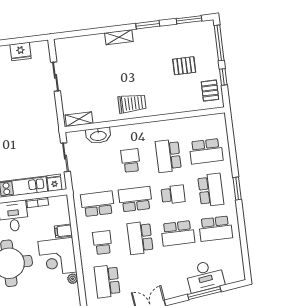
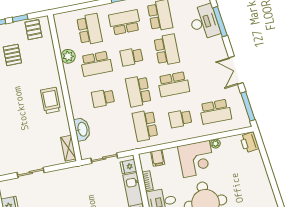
pallet: (210, 91) -> (33, 30), turned 90
plant: (178, 126) -> (68, 56), added
school desk: (173, 195) -> (131, 57), turned -90
filing cabinet: (63, 231) -> (158, 158), moved

